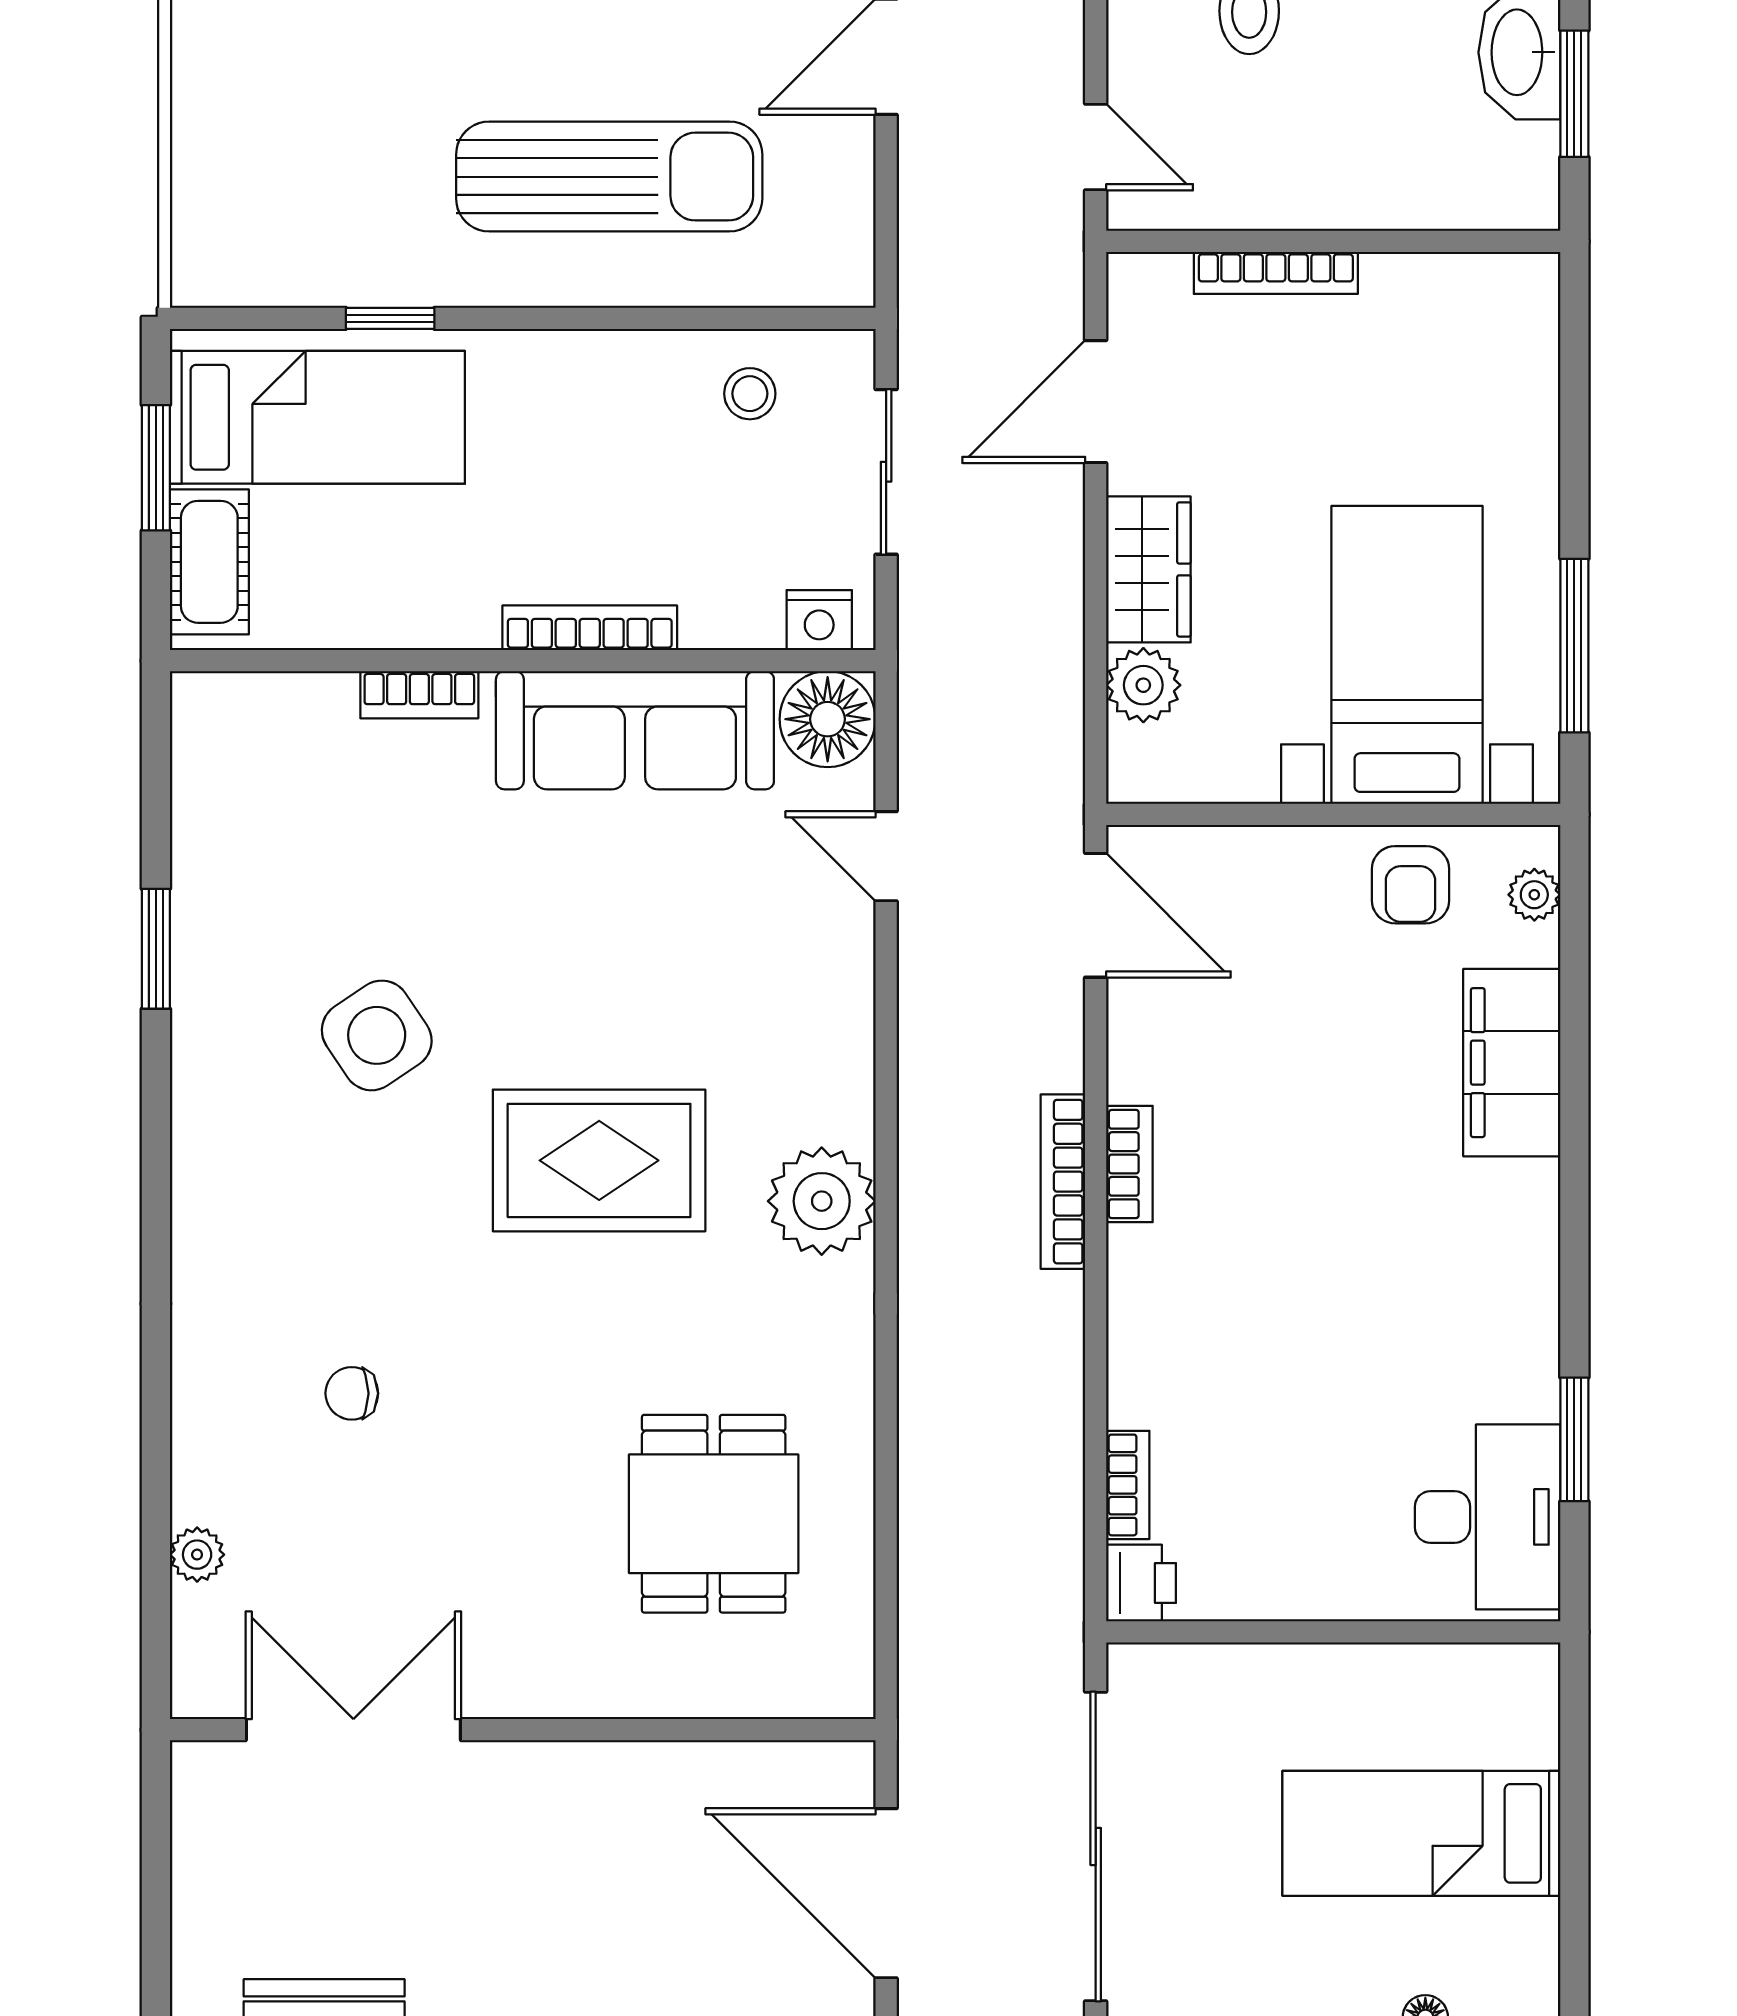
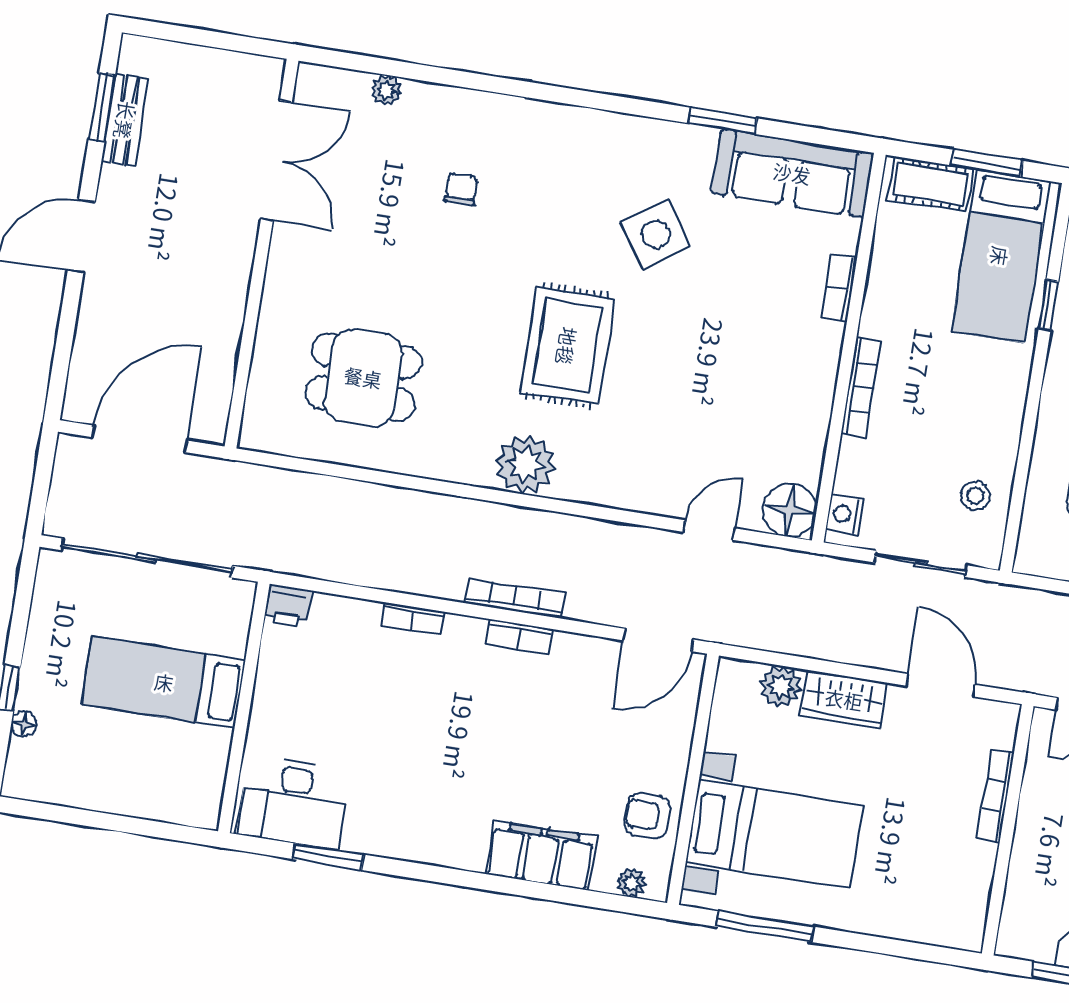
sofa: (635, 730) -> (792, 173), moved, turned -90
bookcase: (1128, 1485) -> (412, 619), moved
bed: (1421, 1833) -> (164, 682), moved, turned -90

